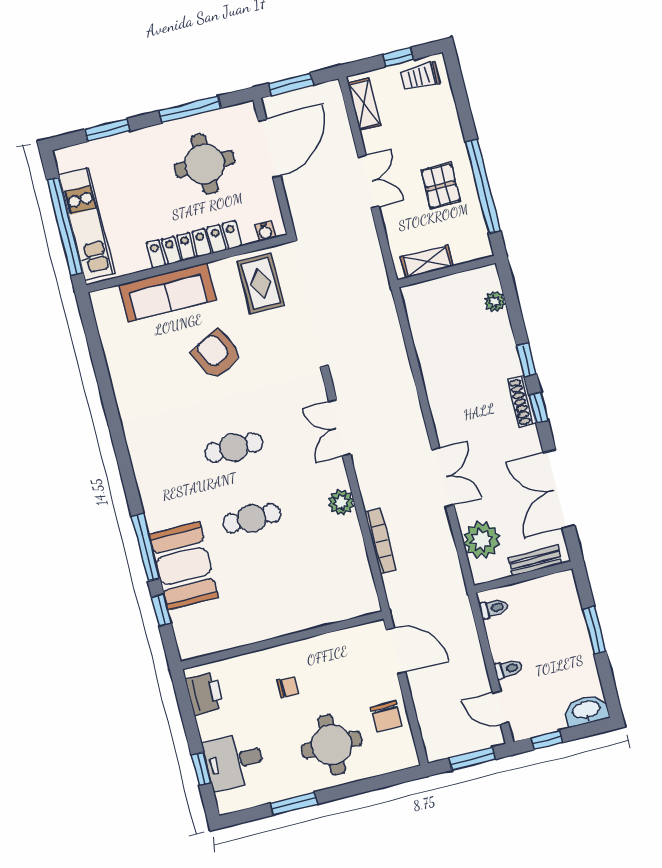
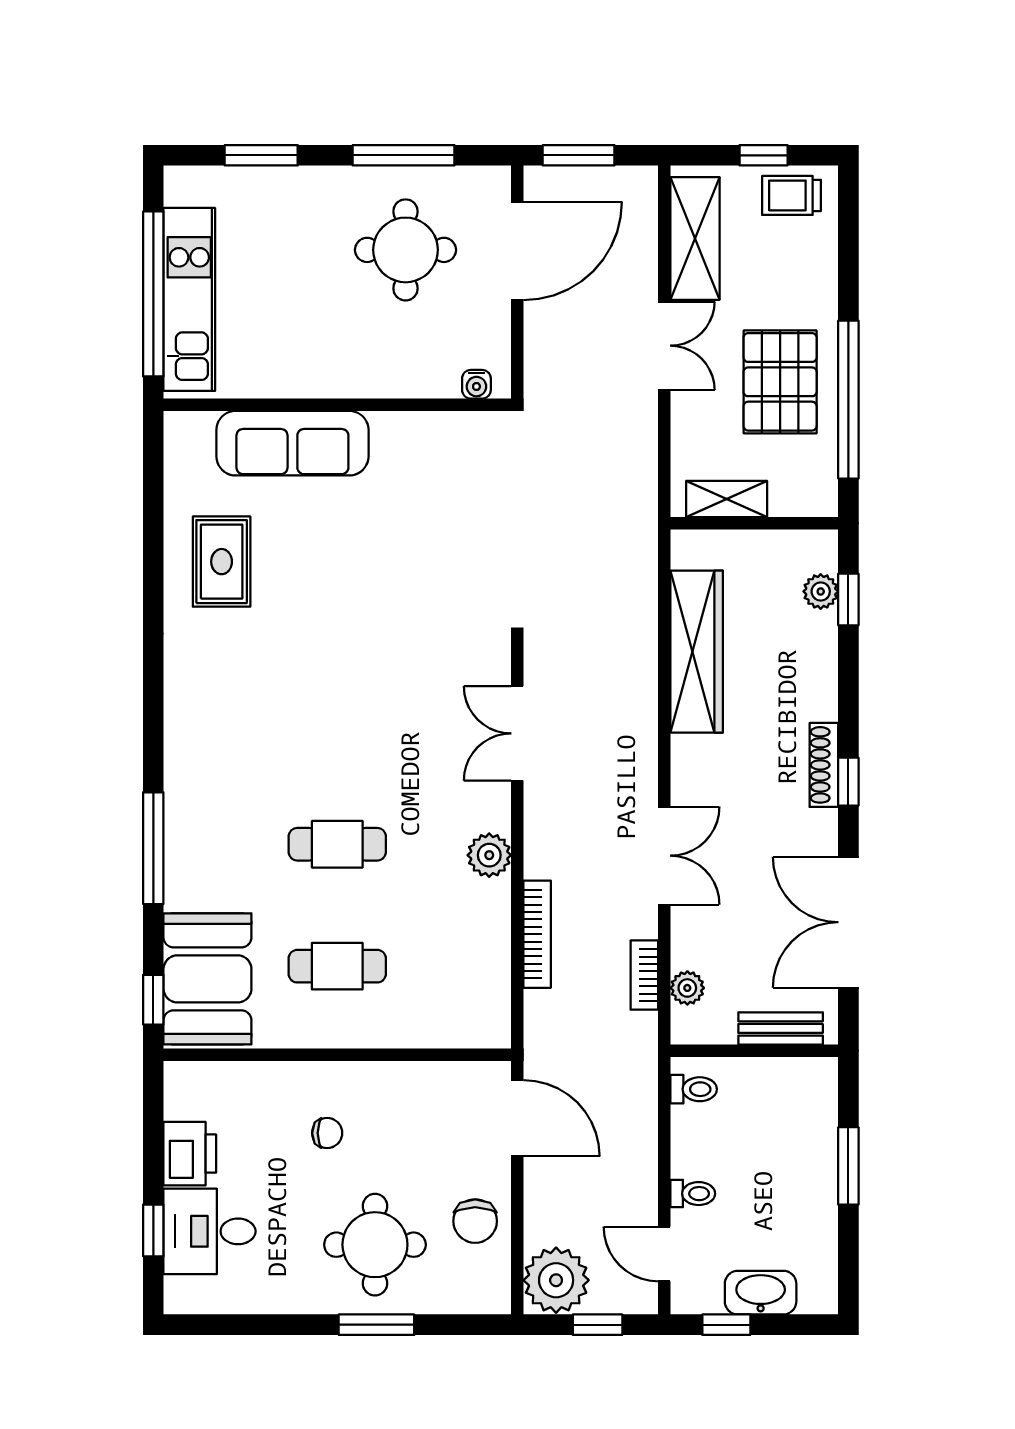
shelving: (364, 104) -> (695, 238), width x1.50, depth x1.33
pallet: (441, 186) -> (780, 382), width x1.50, depth x1.42
locker: (194, 245) -> (355, 376), removed
rug: (261, 283) -> (222, 562), moved
armchair: (216, 354) -> (347, 564), removed
wardrobe: (432, 354) -> (697, 652), added
window: (527, 360) -> (848, 600), moved
cafe table: (234, 448) -> (337, 966), moved
plant: (482, 540) -> (687, 988), width x0.53, depth x0.53
bookcase: (449, 549) -> (644, 975), added
booth: (184, 566) -> (207, 979), moved
window: (161, 610) -> (153, 1000), moved
printer: (205, 693) -> (190, 1154), moved
washbasin: (586, 710) -> (761, 1293), moved
plant: (442, 739) -> (556, 1280), added
window: (472, 759) -> (598, 1325), width x0.67
window: (294, 803) -> (376, 1325), moved

